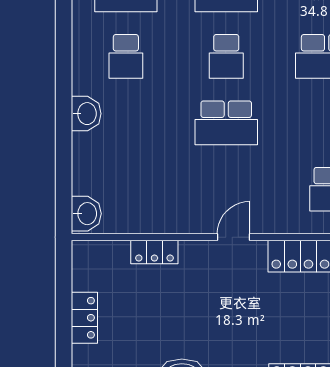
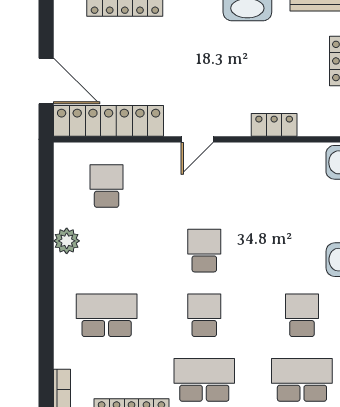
school desk: (226, 123) -> (204, 251), width x0.54

